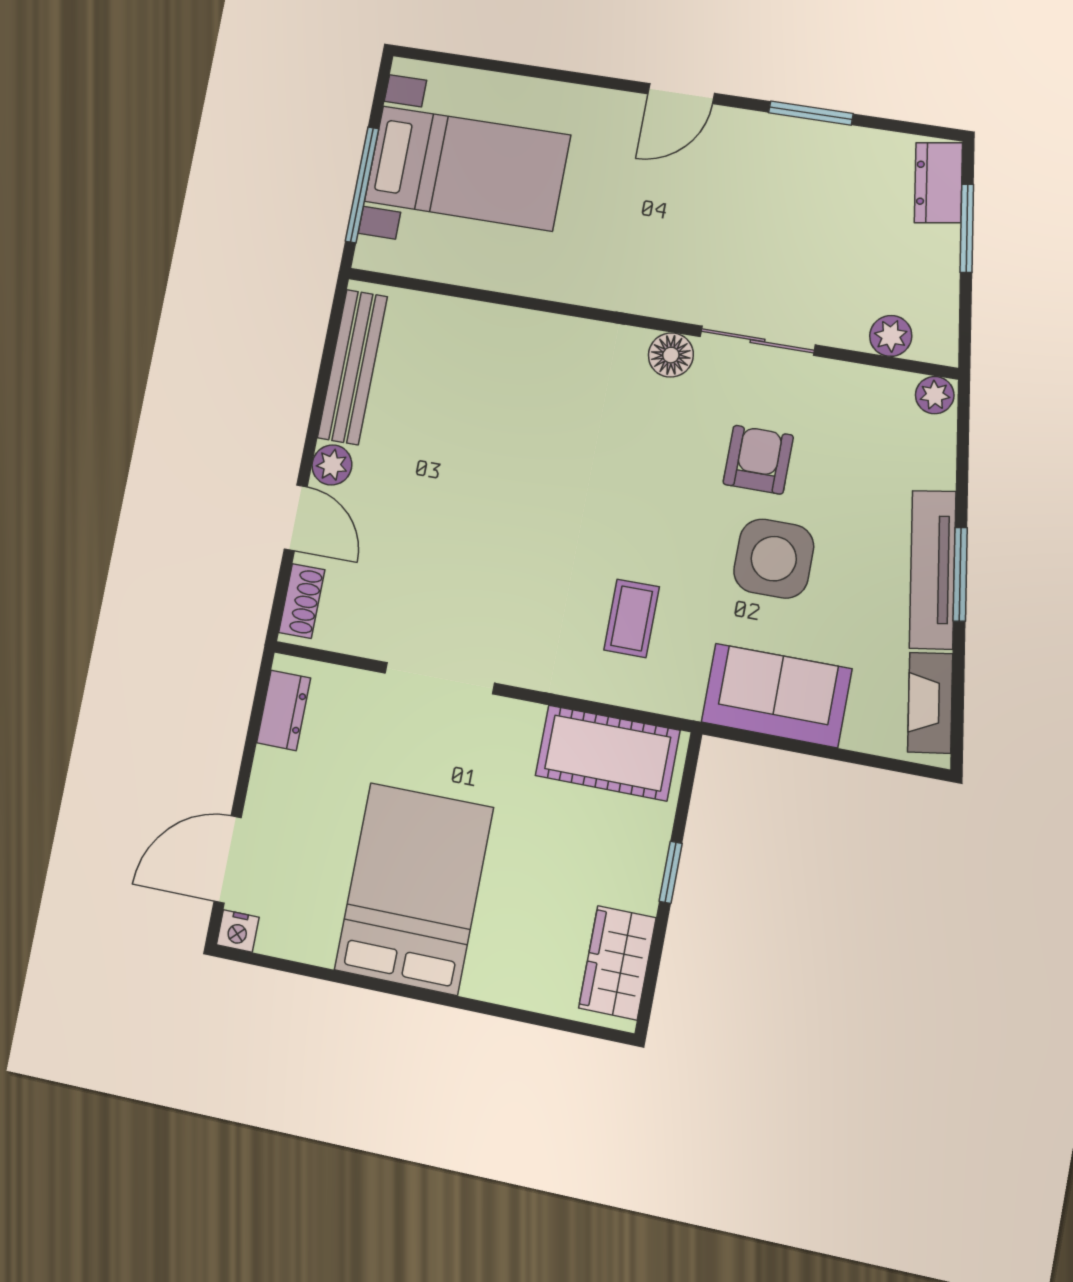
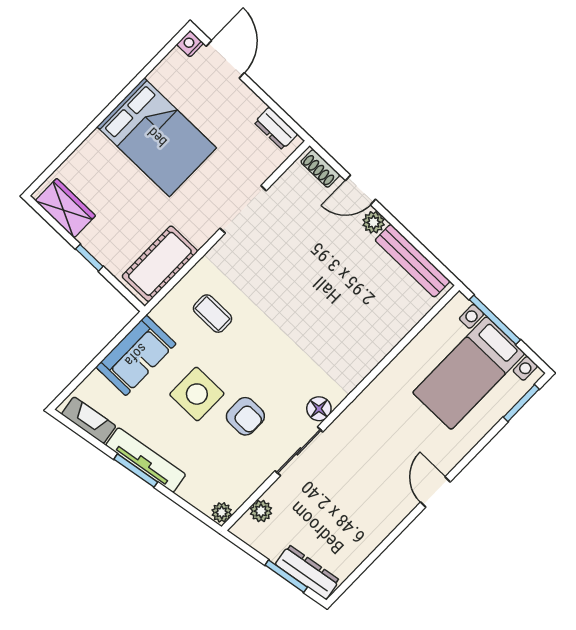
window: (811, 113) -> (521, 403), moved
dresser: (938, 183) -> (307, 572), width x1.44

